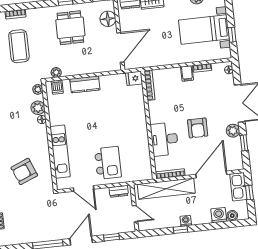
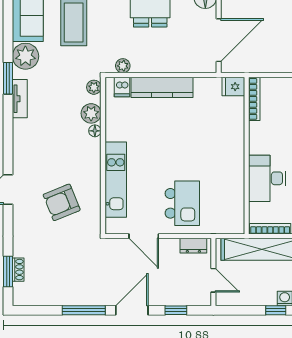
kitchen counter: (85, 84) -> (162, 87), width x1.50

